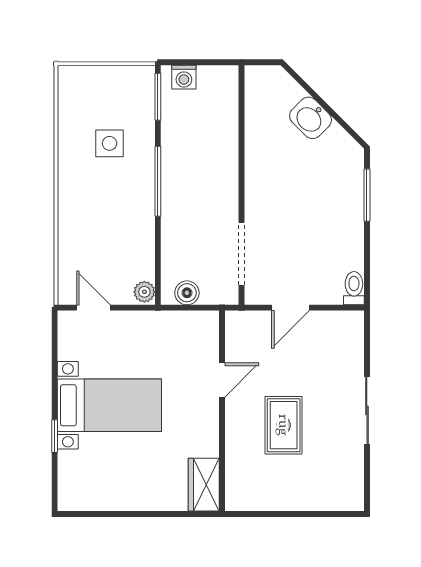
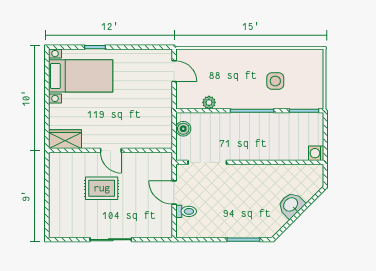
washing machine: (184, 77) -> (316, 153), moved
toilet: (354, 288) -> (186, 211), moved
plant: (144, 292) -> (209, 102), moved
door: (94, 308) -> (174, 71), hinge flipped
door: (222, 380) -> (111, 150), moved
bed with nightstands: (109, 405) -> (81, 76), moved, turned -90

